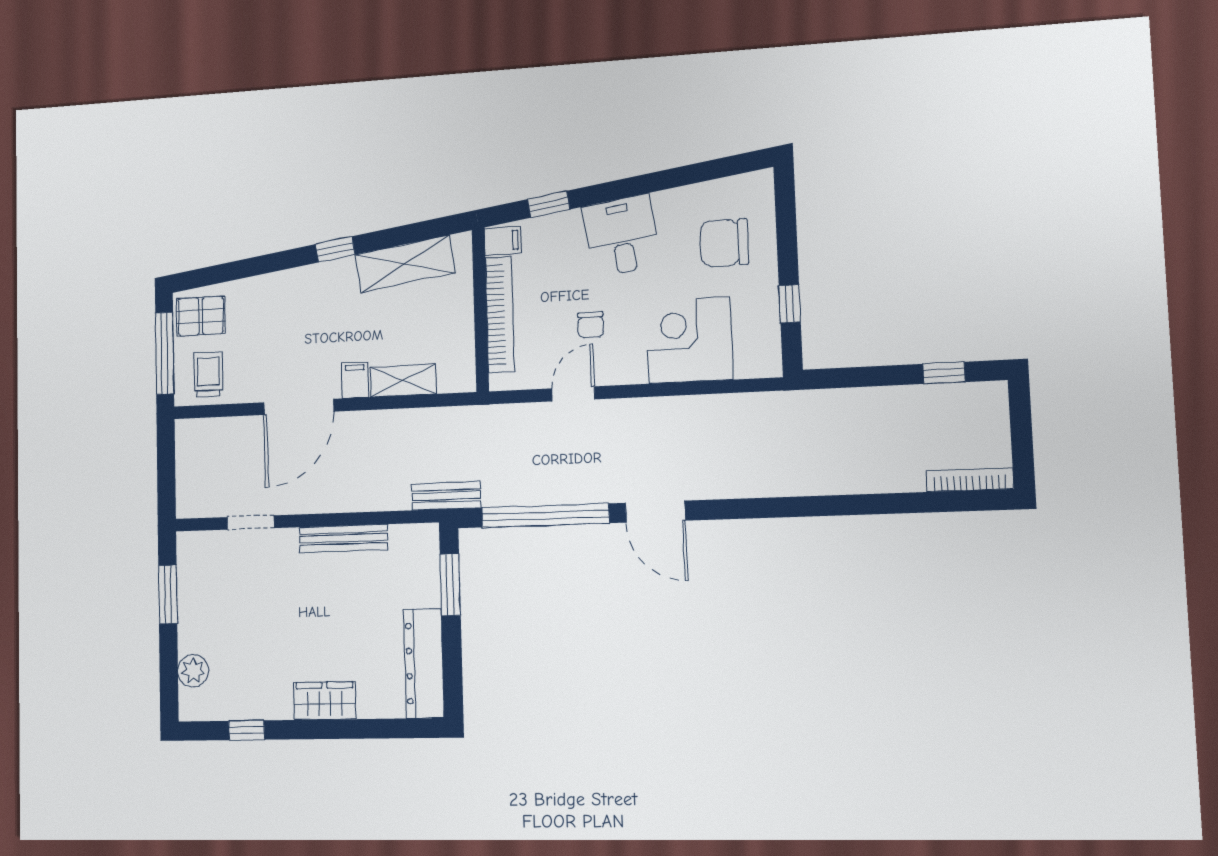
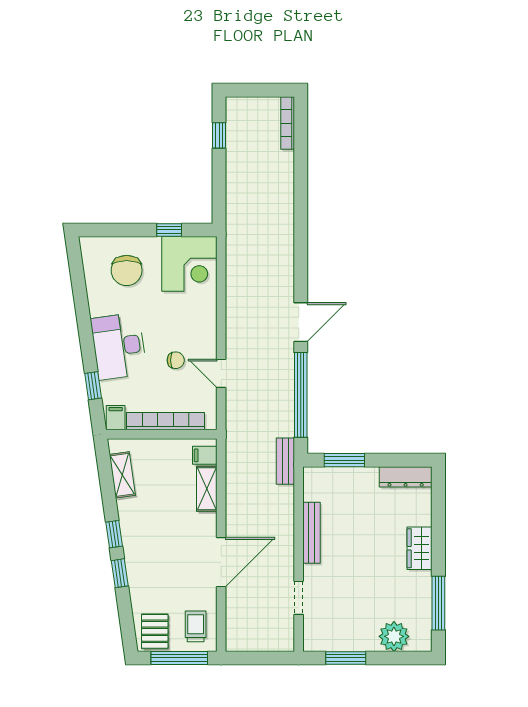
desk: (621, 236) -> (119, 346), width x1.37
window: (280, 261) -> (120, 573), added
shelving: (405, 264) -> (122, 475), width x0.67, depth x0.75
corner desk: (689, 340) -> (189, 264), moved, turned -90
trolley: (208, 374) -> (196, 626), turned 90
filing cabinet: (355, 380) -> (205, 455), moved
door: (299, 407) -> (221, 562), hinge flipped
dresser: (424, 663) -> (406, 477), width x0.73, depth x0.80
plant: (193, 671) -> (394, 636), width x1.36, depth x1.36
window: (247, 730) -> (438, 603), width x2.17

